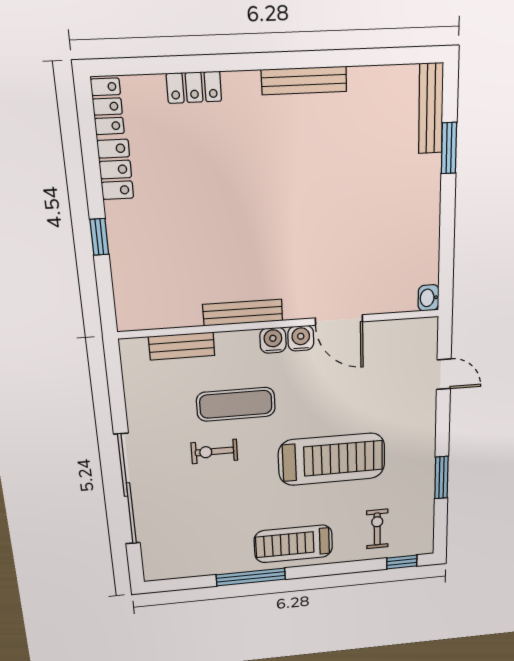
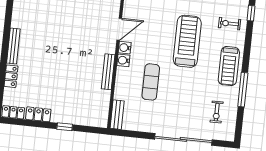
bench: (304, 80) -> (13, 46), moved
bench: (182, 346) -> (117, 115), moved
exercise bike: (214, 451) -> (217, 112), moved

